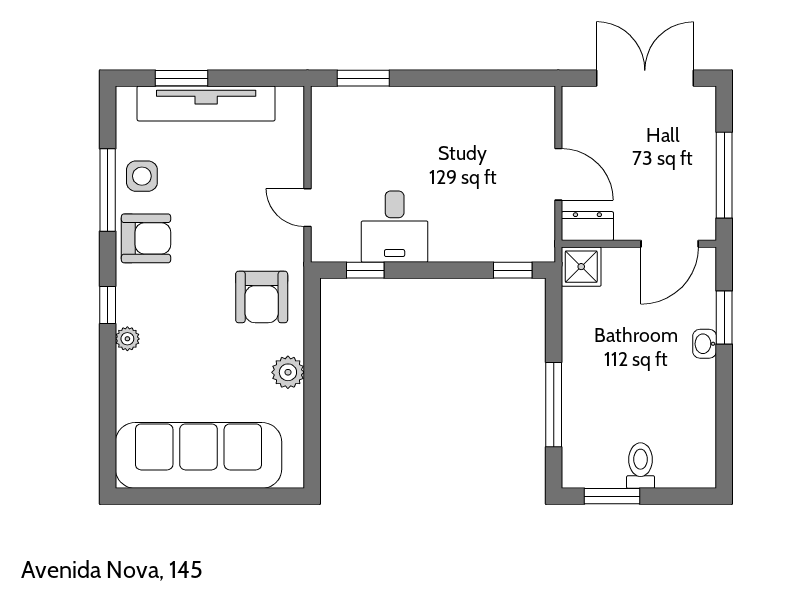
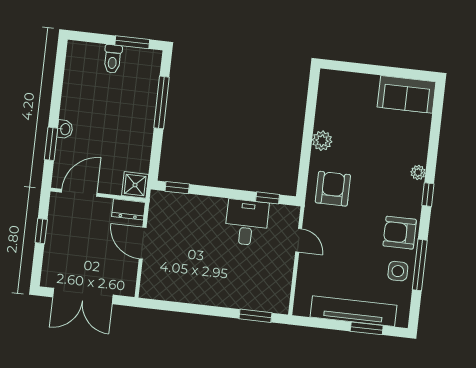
window: (724, 175) -> (41, 231), width x0.46
sofa: (199, 455) -> (407, 94), width x0.54, depth x0.79

